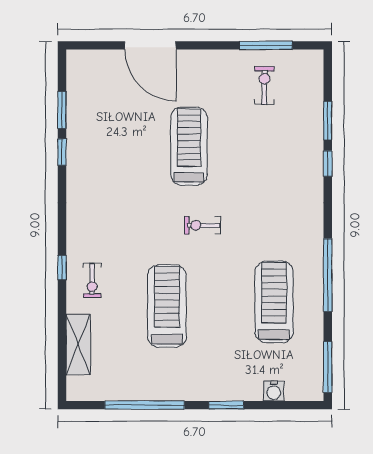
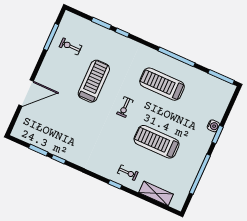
treadmill: (189, 146) -> (94, 81), moved, turned 90
treadmill: (274, 302) -> (162, 84), moved
water cooler: (274, 391) -> (213, 126), moved

